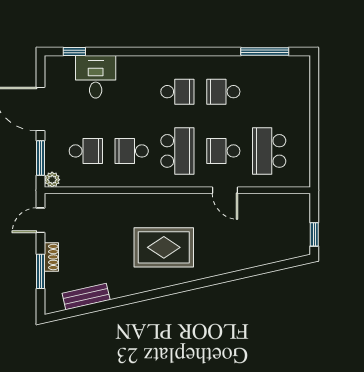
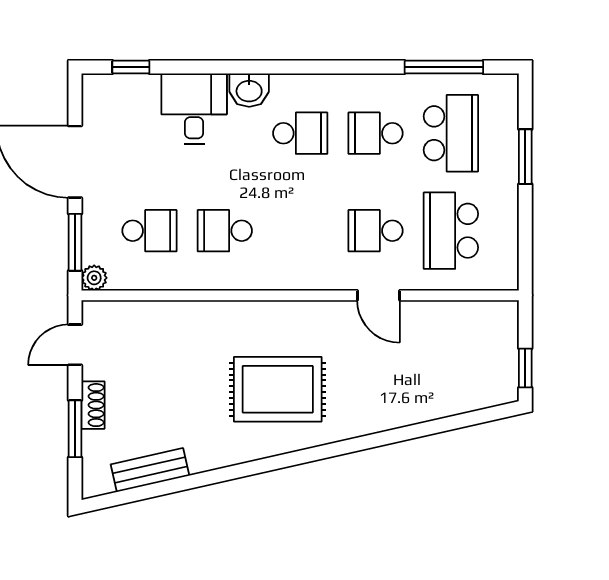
washbasin: (146, 65) -> (249, 90), added
desk: (96, 77) -> (194, 109), moved
window: (314, 106) -> (525, 157), added
school desk: (177, 151) -> (451, 133), moved

